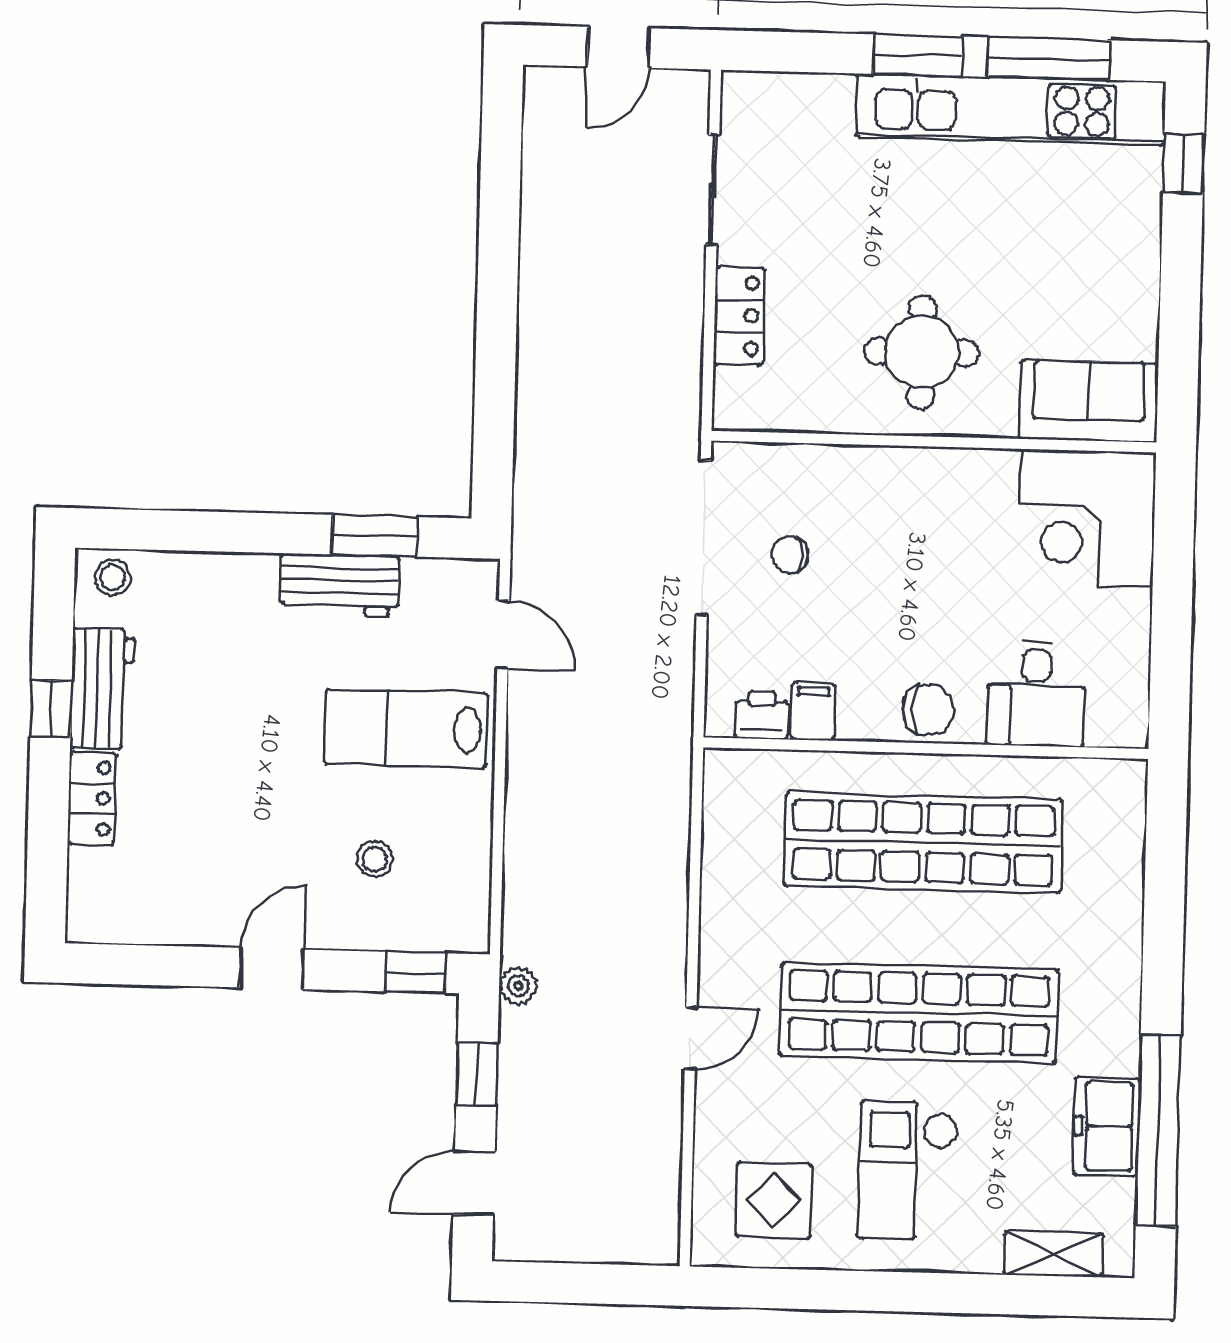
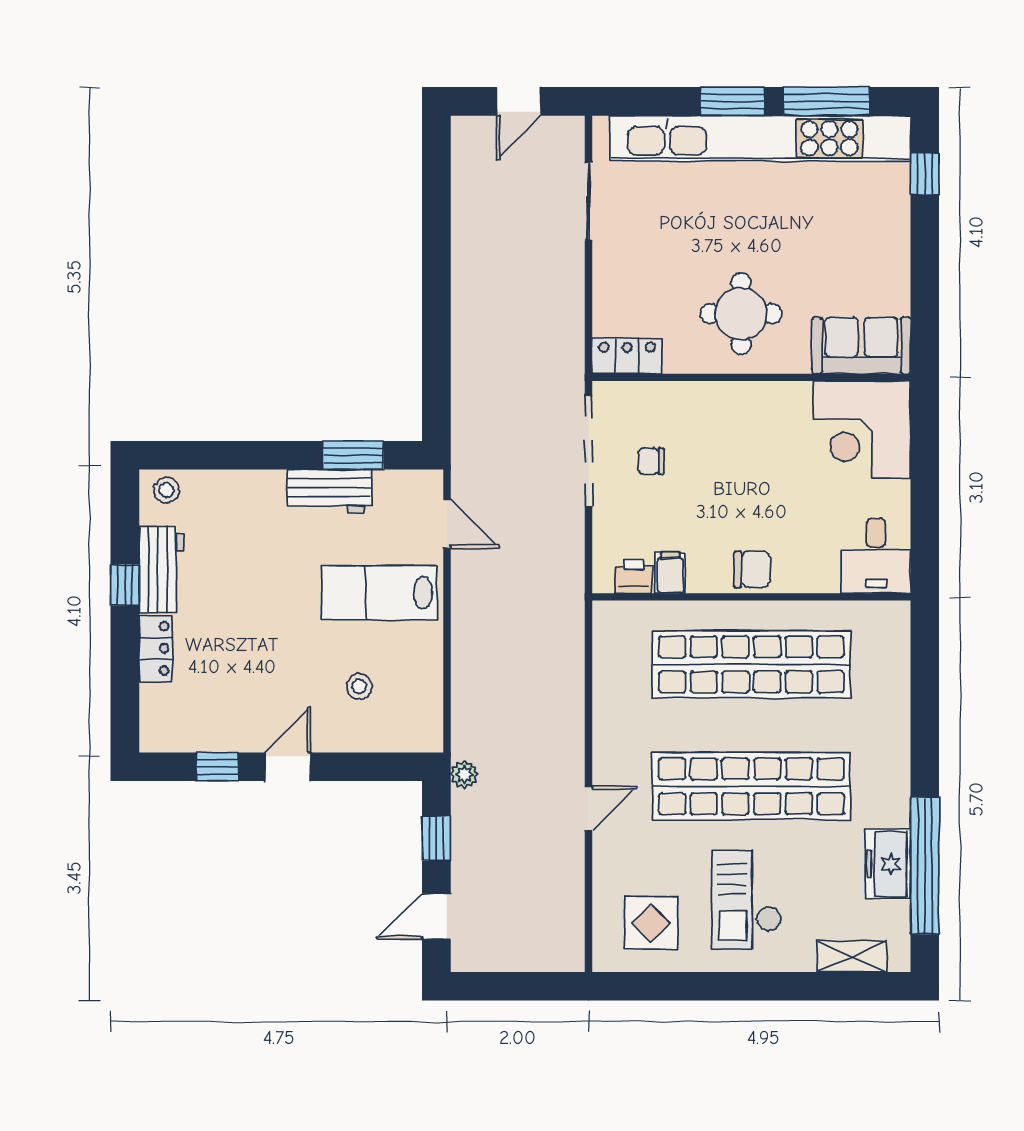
kitchen unit: (1011, 109) -> (760, 138), width x1.36
locker: (739, 316) -> (627, 356), moved, turned -90
desk: (1036, 694) -> (876, 556), moved
window: (416, 972) -> (217, 767), moved

